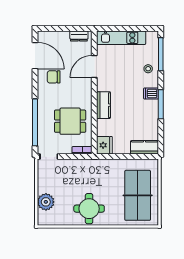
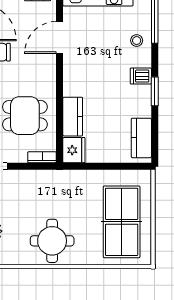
window: (161, 104) -> (155, 91), width x0.69
kitchen counter: (103, 105) -> (73, 117), moved
kitchen counter: (144, 147) -> (141, 138), moved, turned -90

